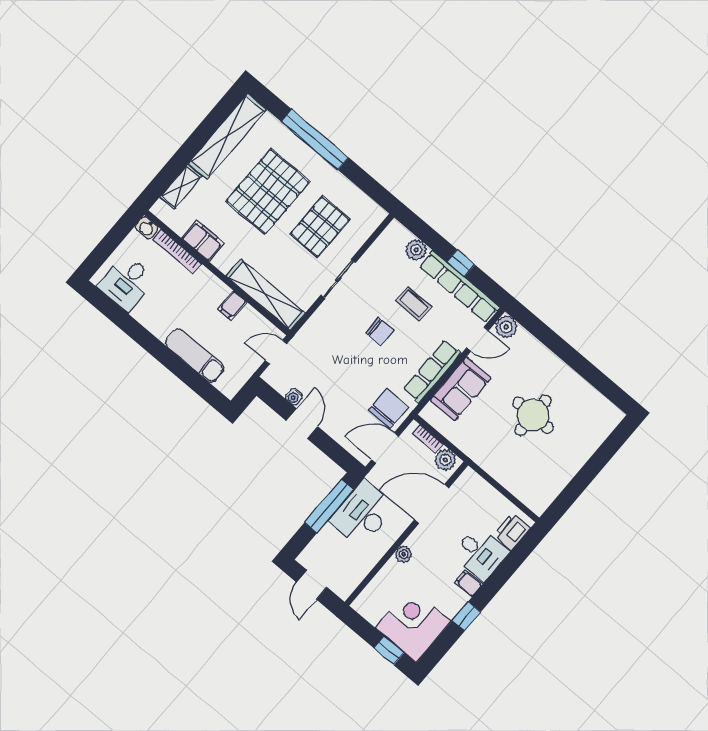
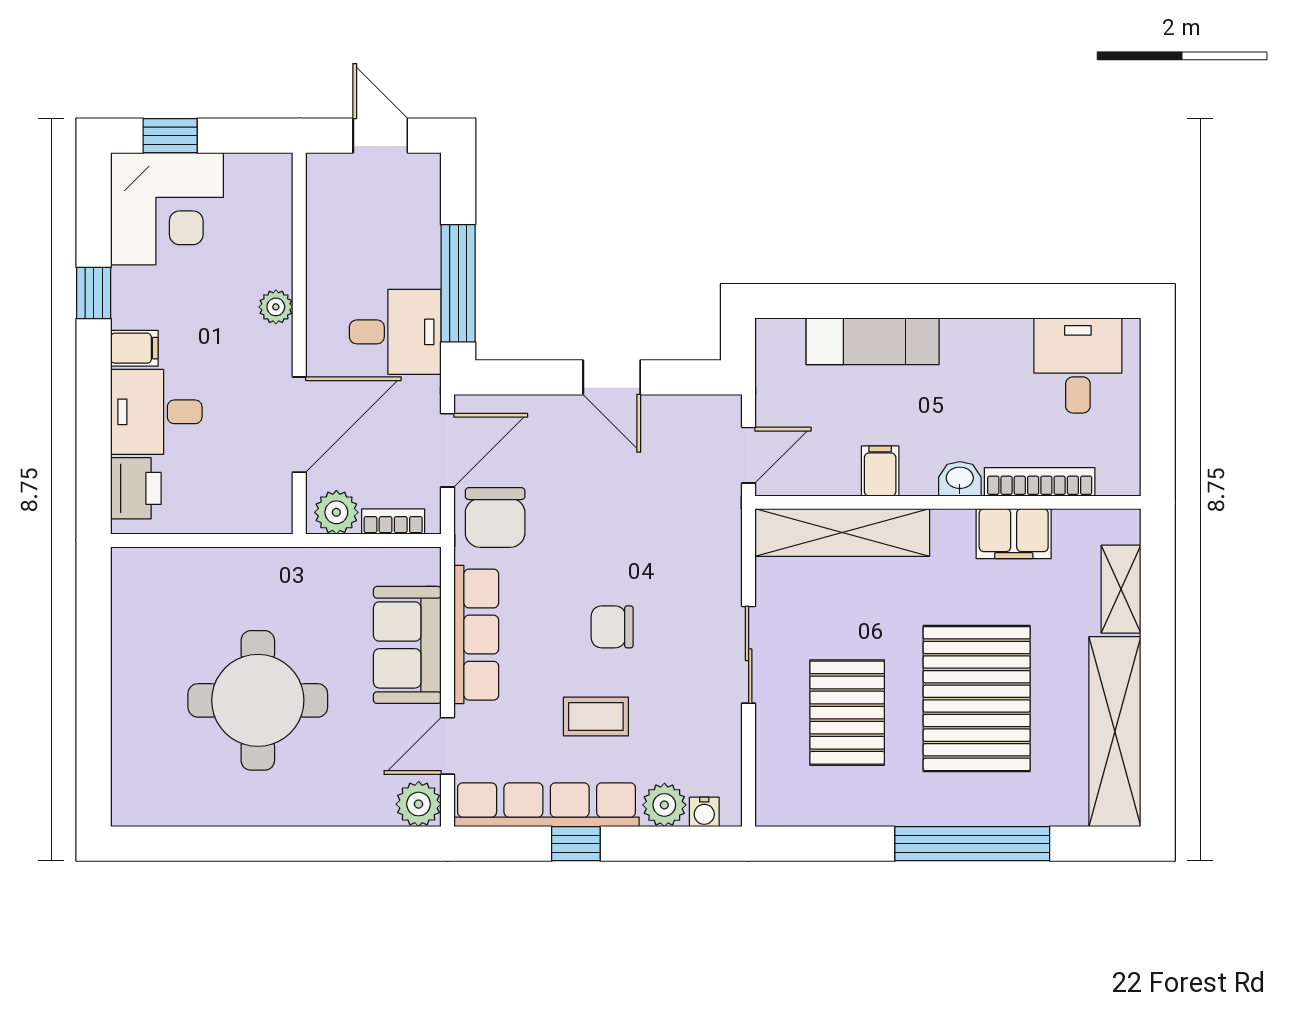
washbasin: (147, 228) -> (960, 479), moved
water cooler: (294, 397) -> (704, 812), moved, turned 180
round table: (533, 415) -> (258, 700), width x1.36, depth x1.36
desk: (362, 514) -> (395, 332), width x0.73

